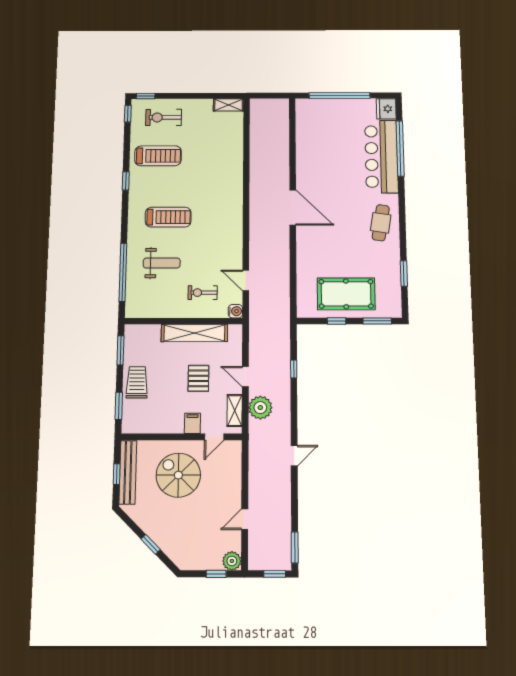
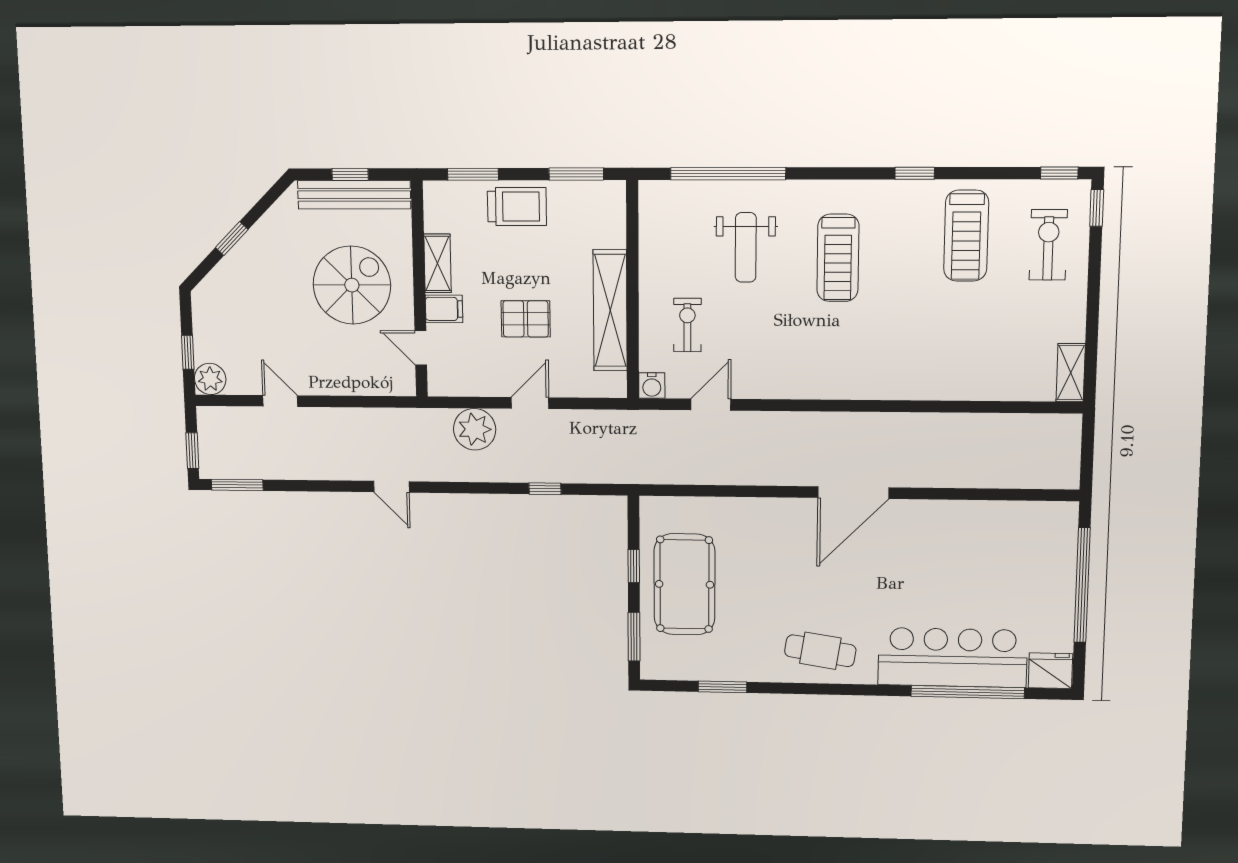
shelving: (235, 410) -> (438, 263), moved, turned 90

